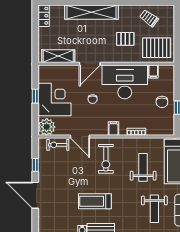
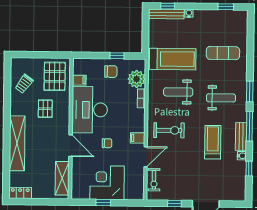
plant: (47, 127) -> (137, 79), moved
filing cabinet: (113, 129) -> (138, 138), moved
treadmill: (95, 201) -> (213, 142), turned 180
weight bench: (154, 209) -> (221, 98), moved

